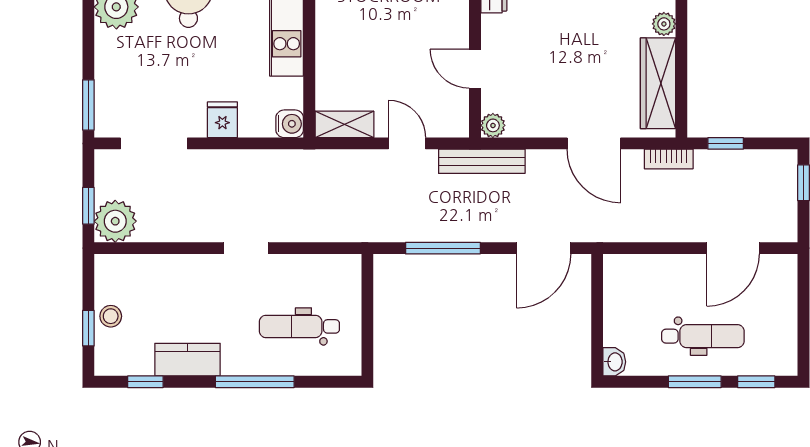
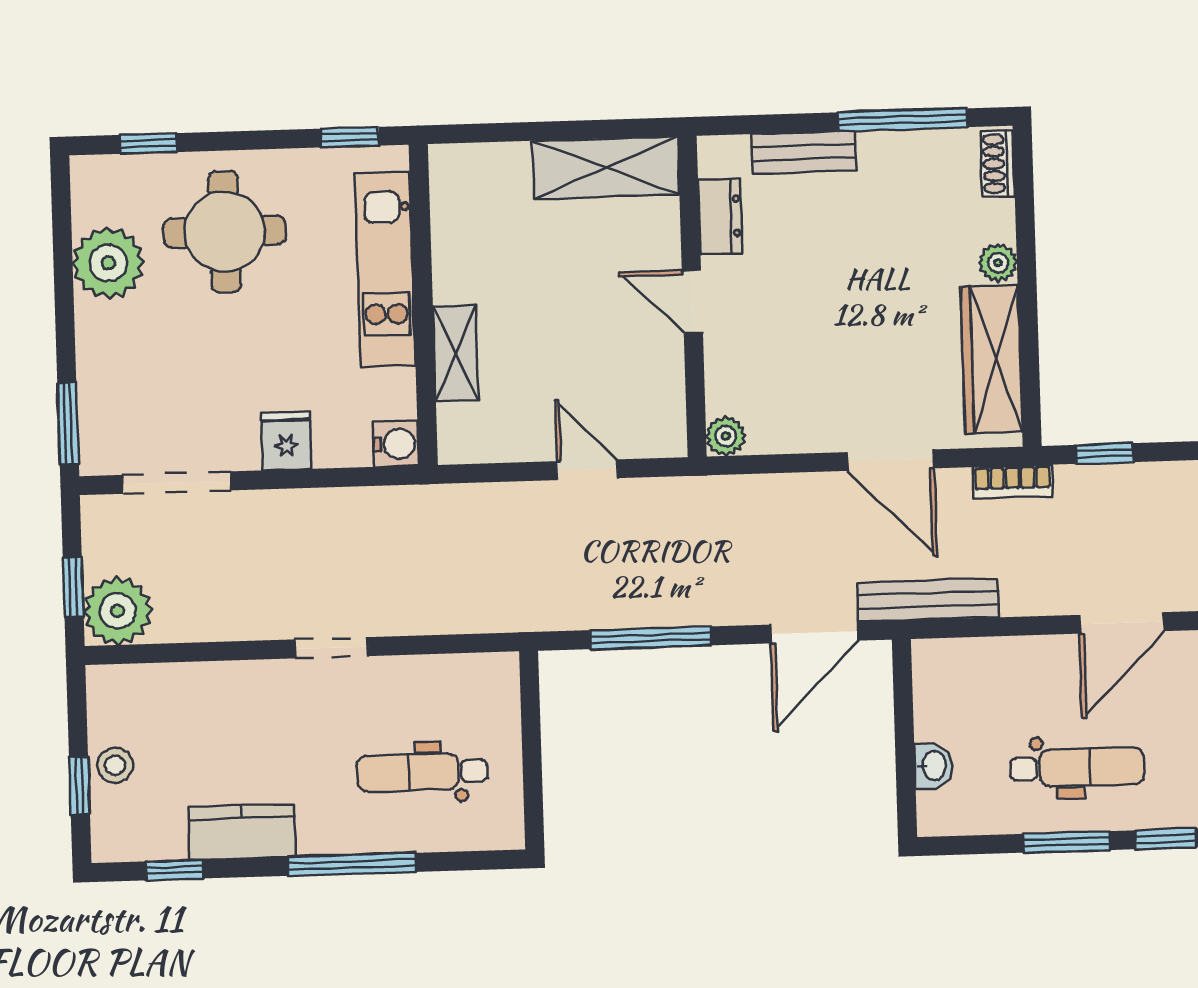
door: (475, 69) -> (692, 302), moved
shelving: (344, 124) -> (456, 353), moved, turned 90
bench: (482, 161) -> (928, 600), moved
washbasin: (614, 362) -> (933, 766), moved

